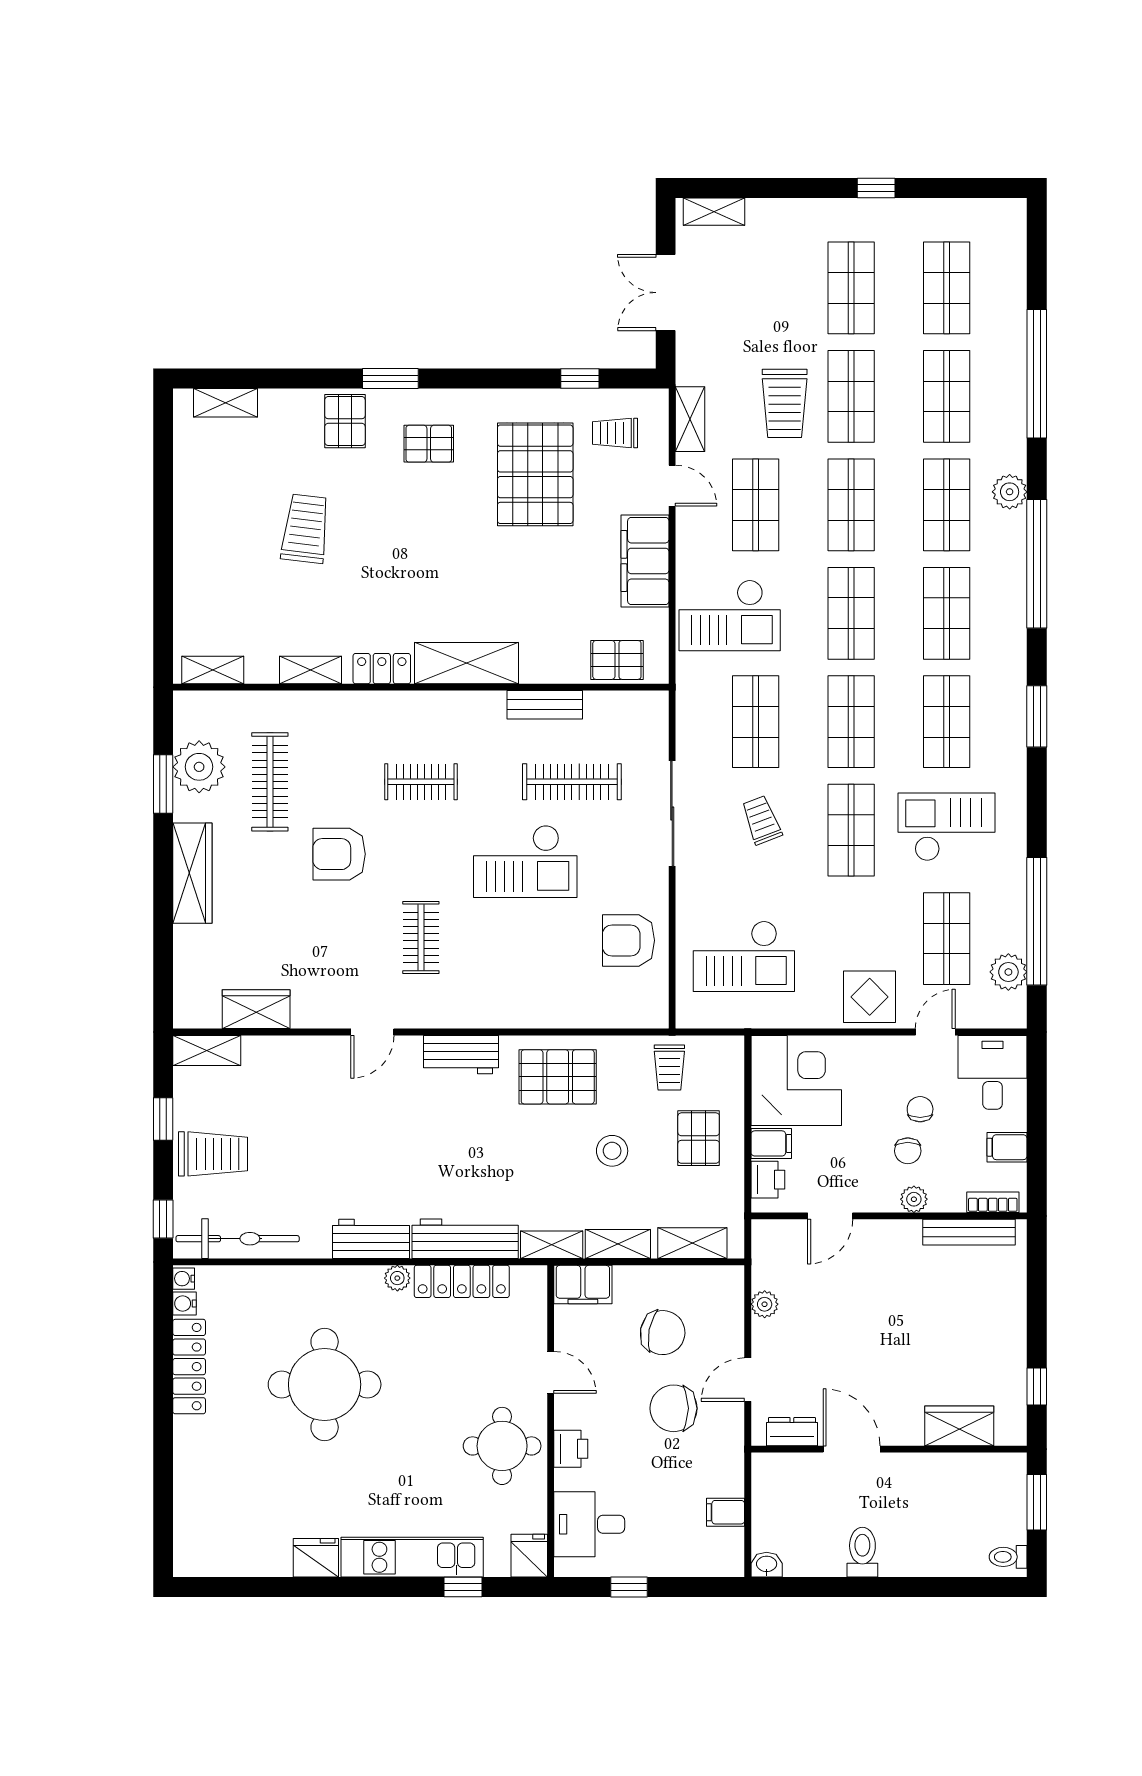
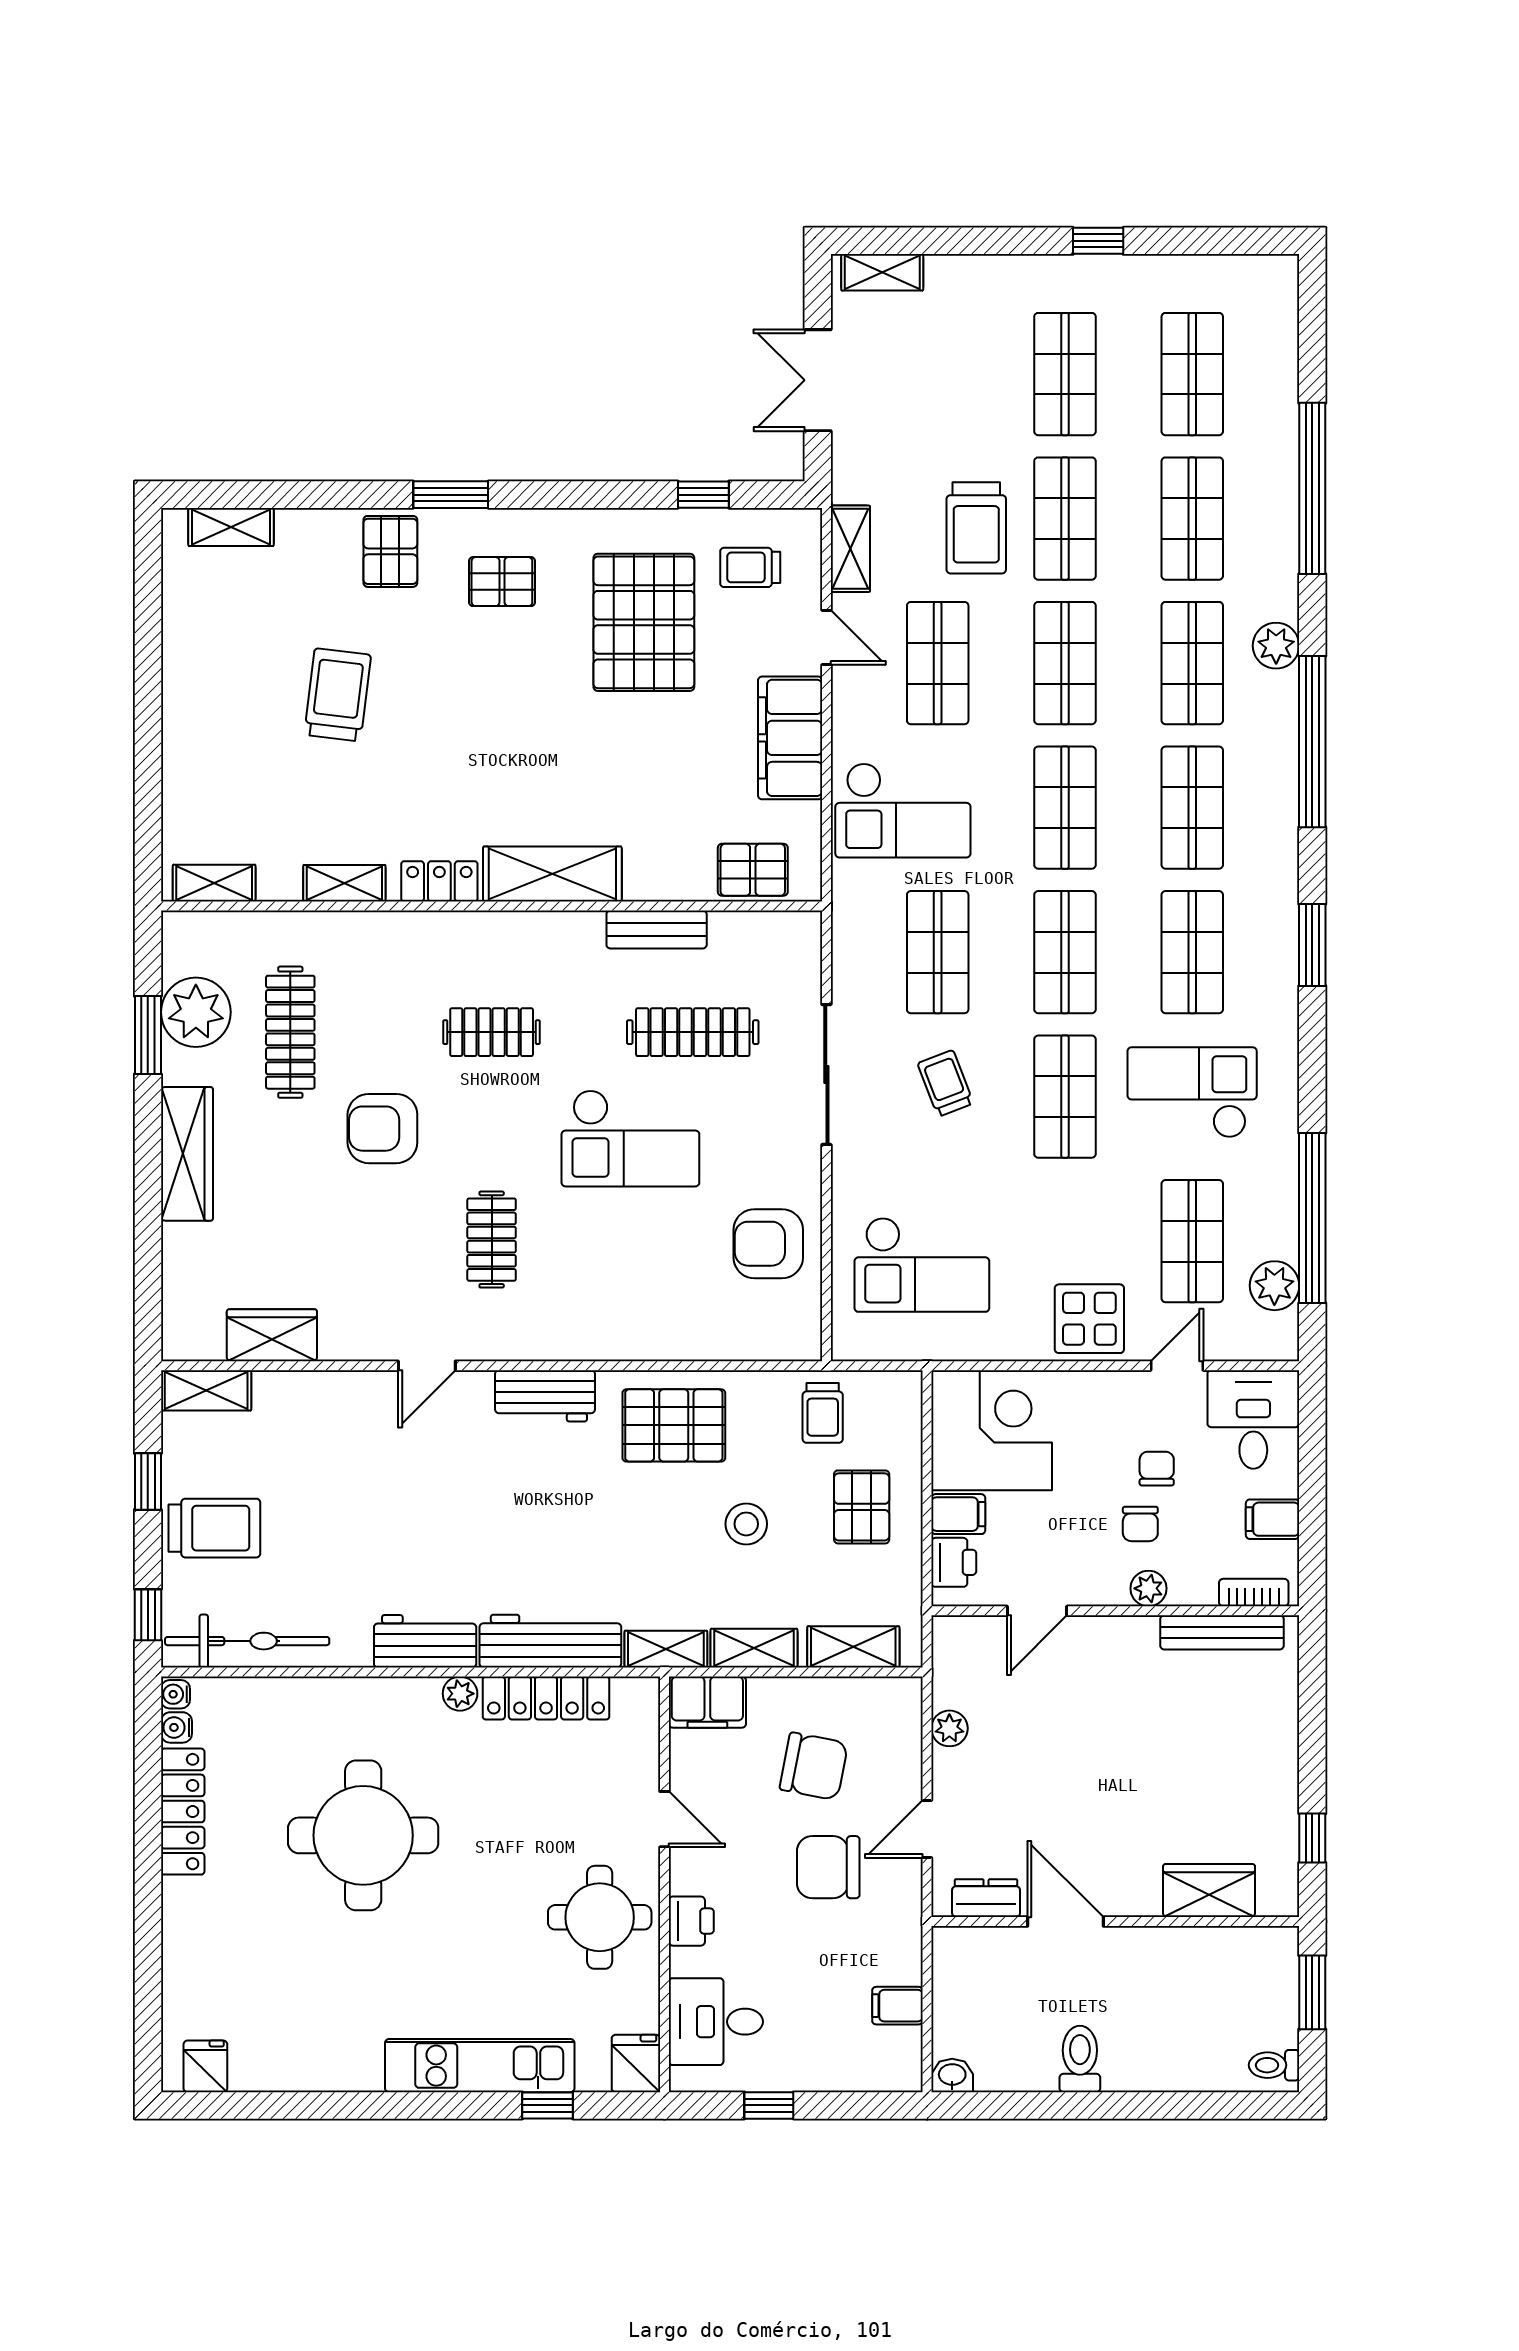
fridge: (316, 1558) -> (205, 2066), moved, width x0.72

